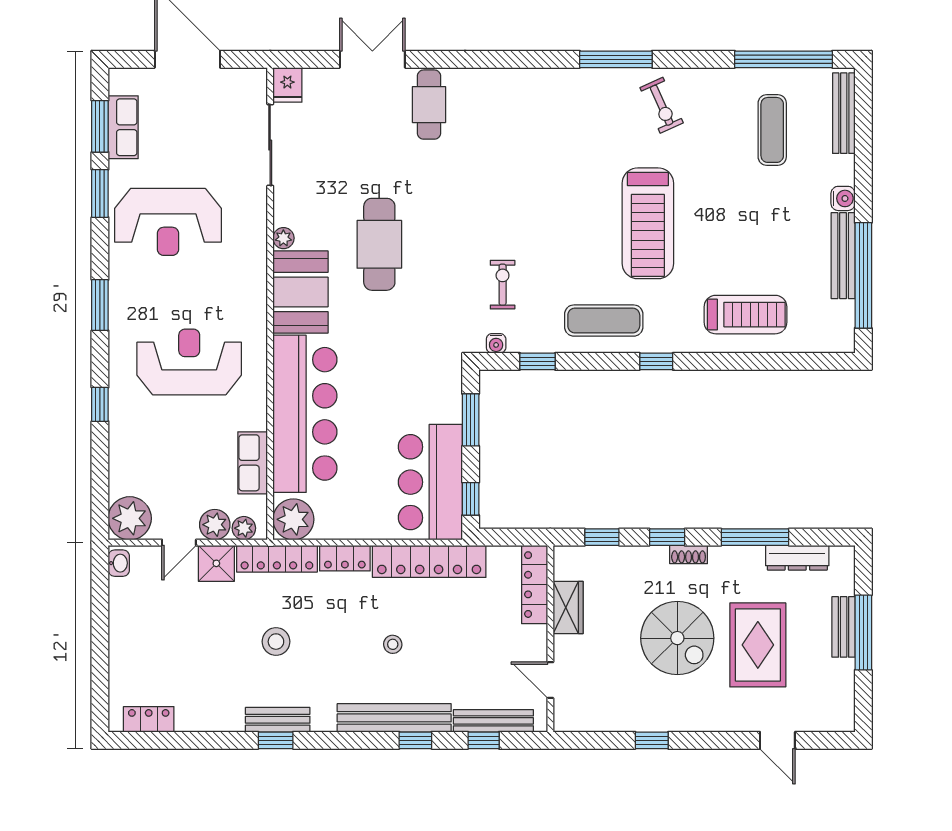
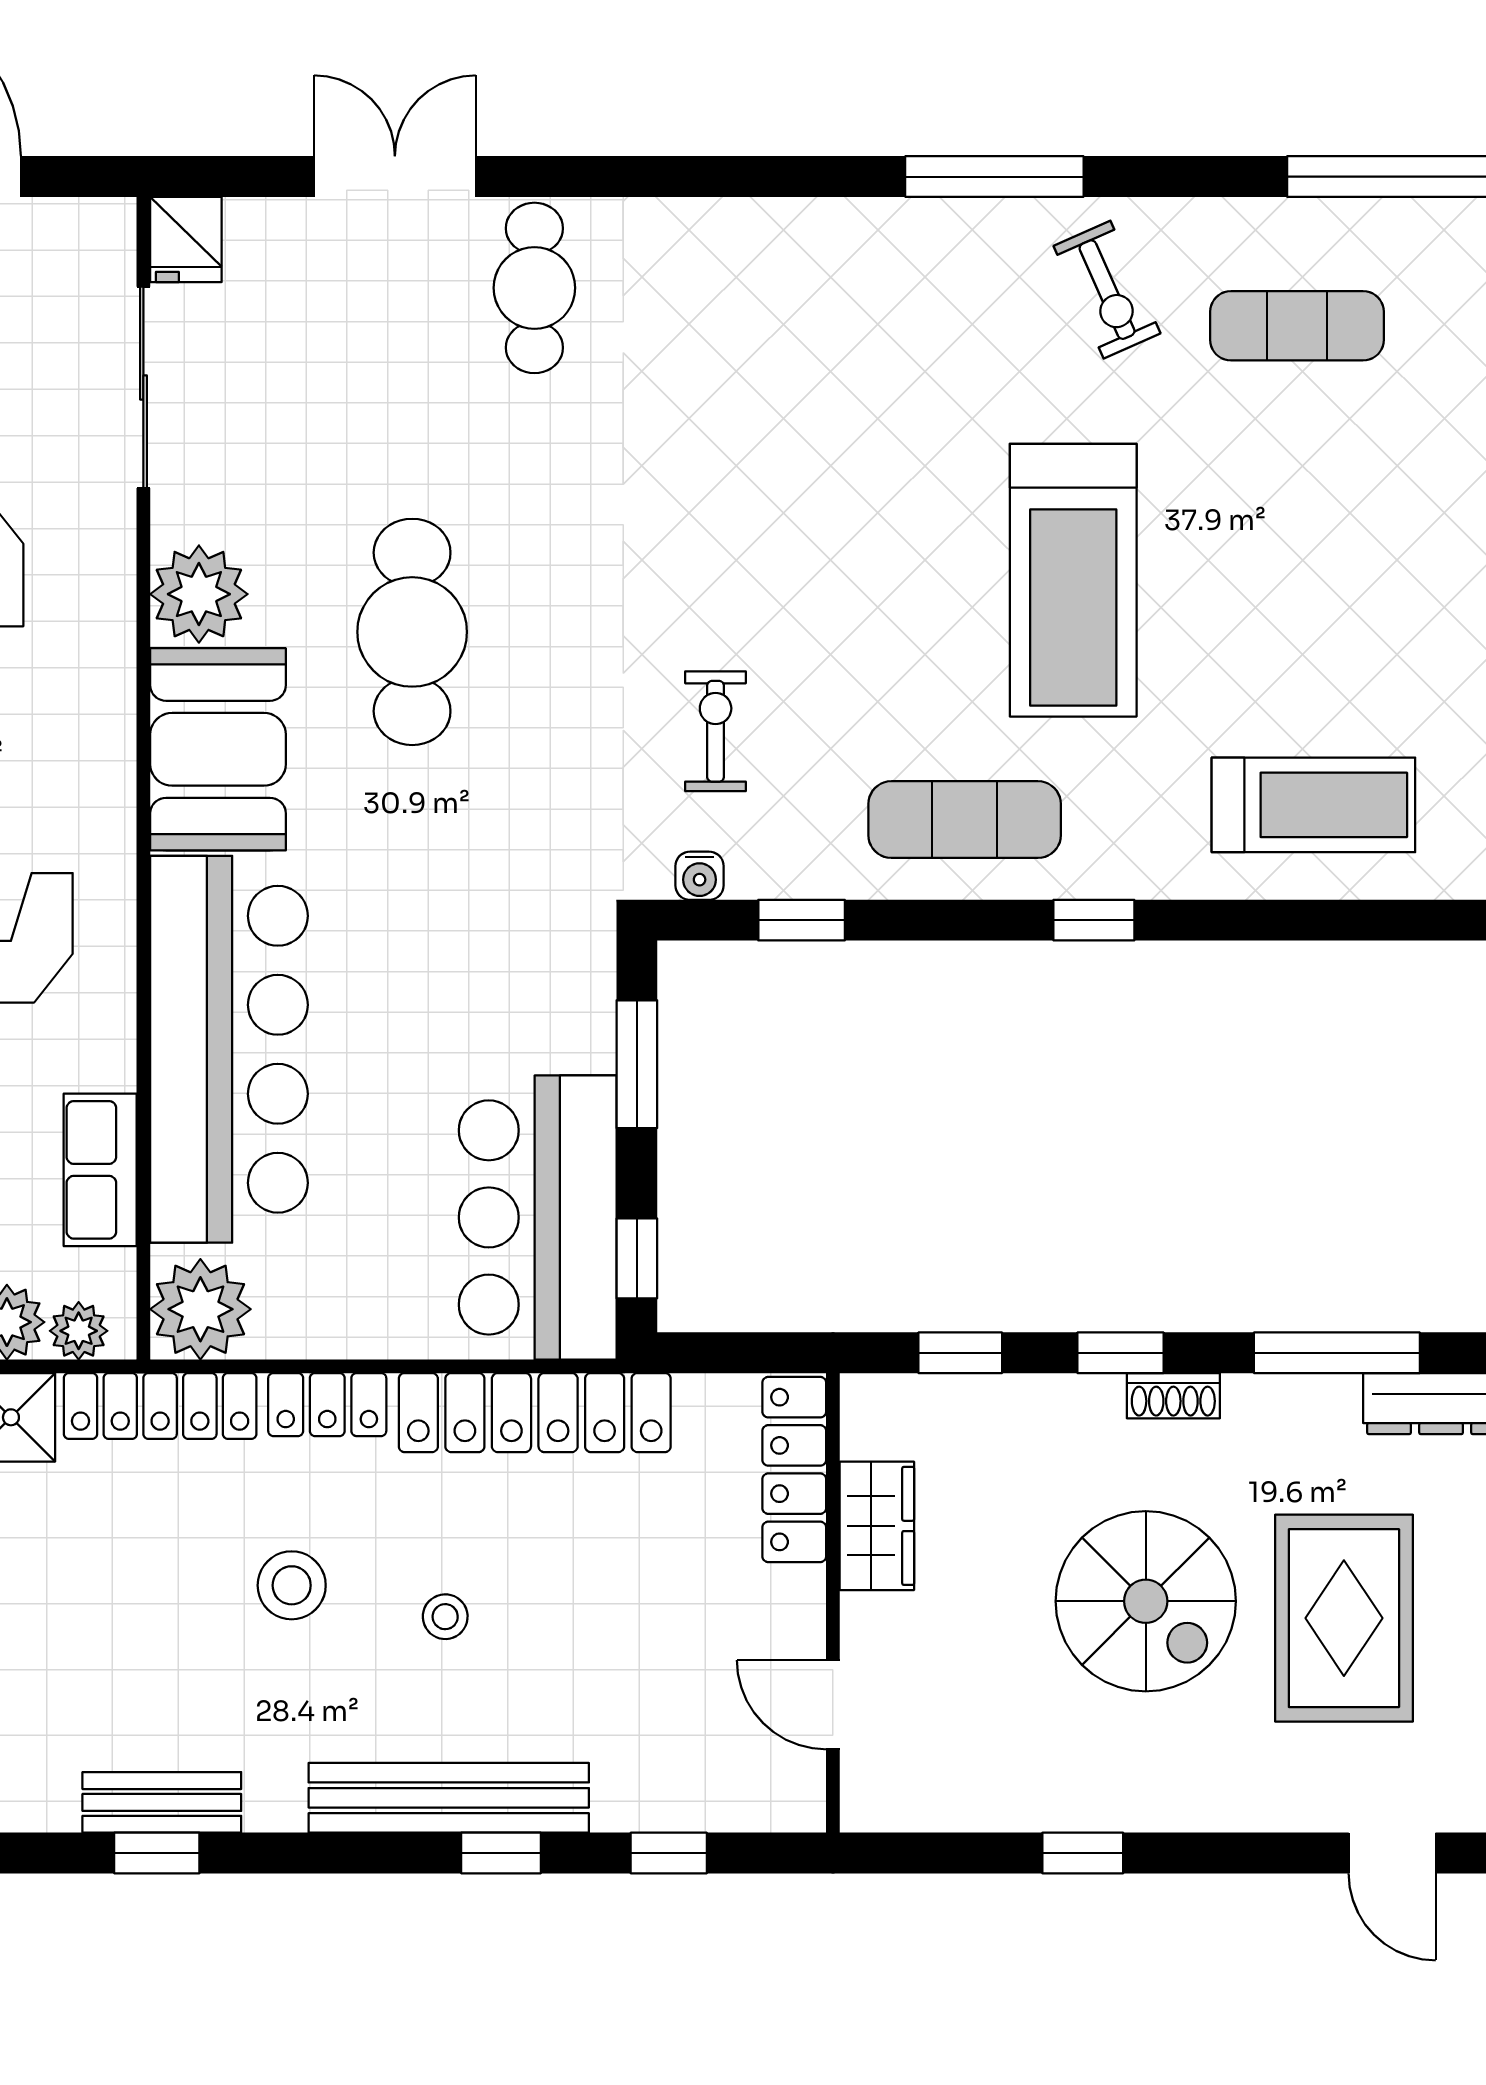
exercise mat: (772, 130) -> (1297, 326), moved, turned 90
plant: (283, 238) -> (199, 594), width x1.87, depth x1.87
stool: (276, 642) -> (292, 1585), moved
bench: (493, 721) -> (693, 1805), removed

